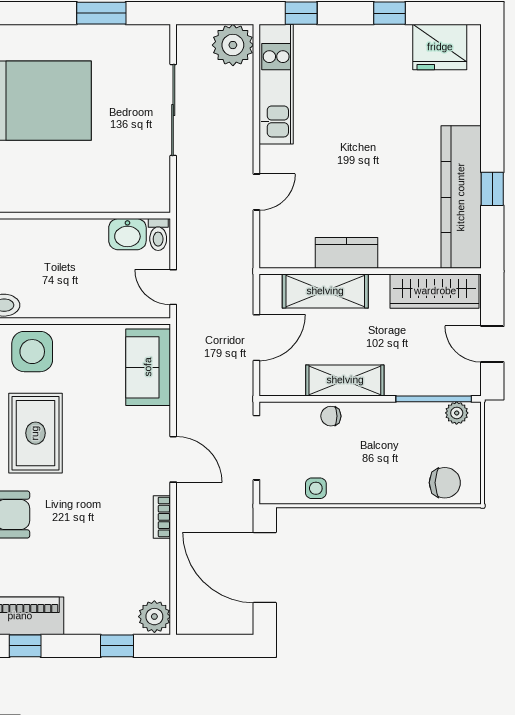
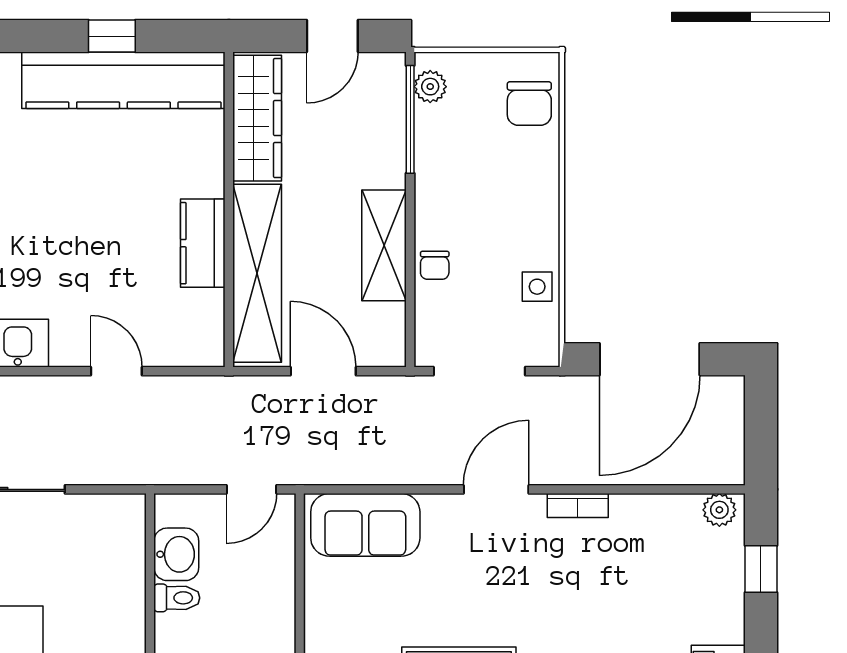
toilet: (158, 235) -> (177, 598), moved
shelving: (325, 291) -> (257, 273), width x1.47
chair: (445, 483) -> (529, 104), turned 180
plant: (154, 617) -> (719, 510), width x0.73, depth x0.73

